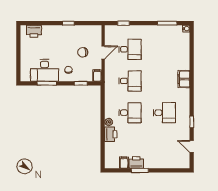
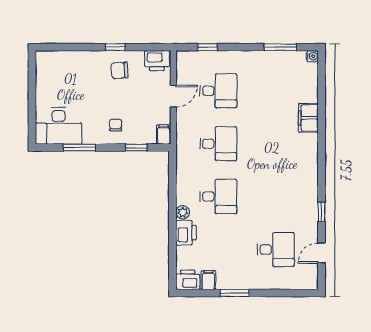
printer: (34, 31) -> (157, 61), moved
chair: (83, 52) -> (120, 70), moved
desk: (44, 70) -> (59, 126), moved
filing cabinet: (184, 79) -> (308, 118), moved
desk: (164, 113) -> (276, 249), moved
door: (192, 146) -> (321, 253), hinge flipped
printer: (136, 163) -> (188, 280), moved

